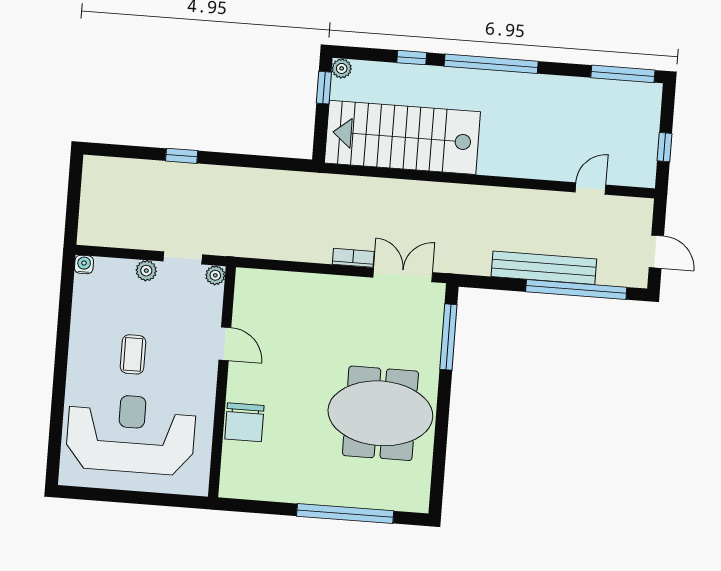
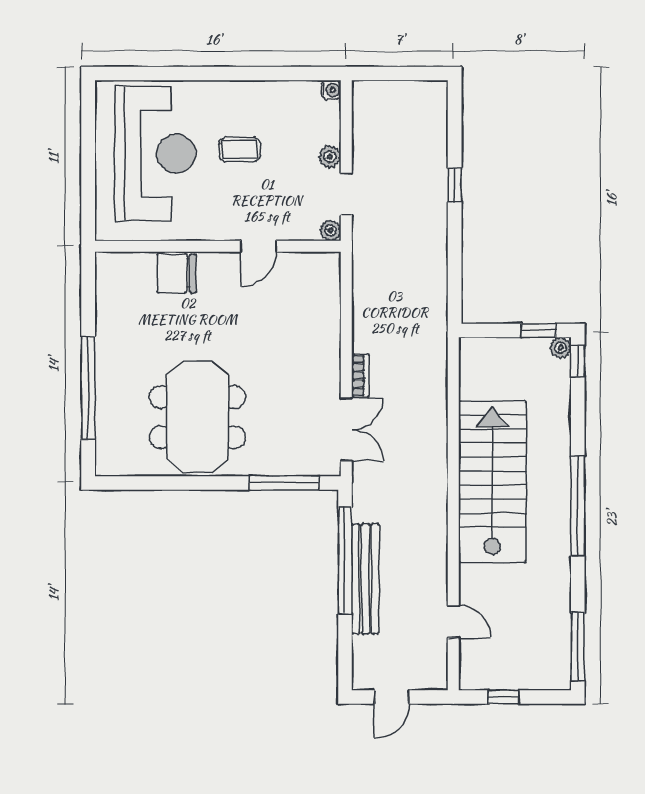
window: (412, 58) -> (578, 361), moved
stairs: (402, 137) -> (492, 482), moved
window: (576, 289) -> (345, 560), moved

